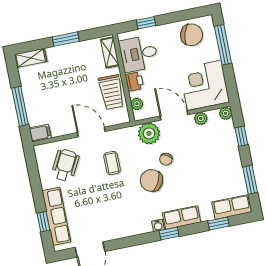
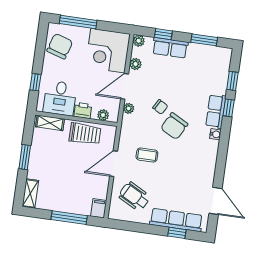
plant: (149, 133) -> (129, 108), width x0.53, depth x0.53
row of seats: (232, 207) -> (170, 48), moved, turned -90
window: (169, 234) -> (229, 108), moved

